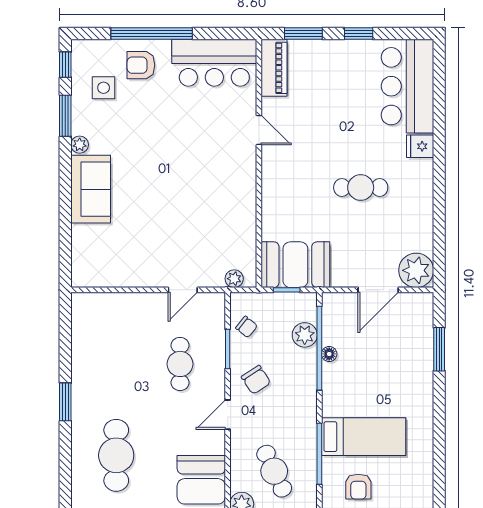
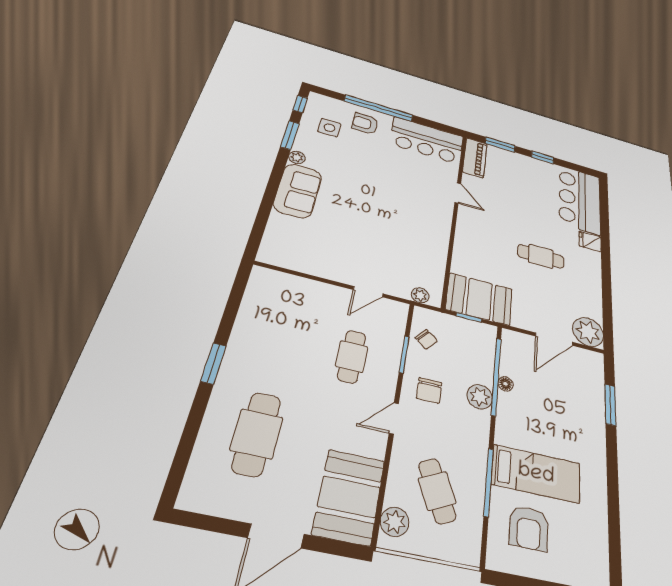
plant: (305, 335) -> (480, 397), moved
chair: (256, 380) -> (429, 391), turned 33
armchair: (358, 487) -> (529, 528), width x1.38, depth x1.38

